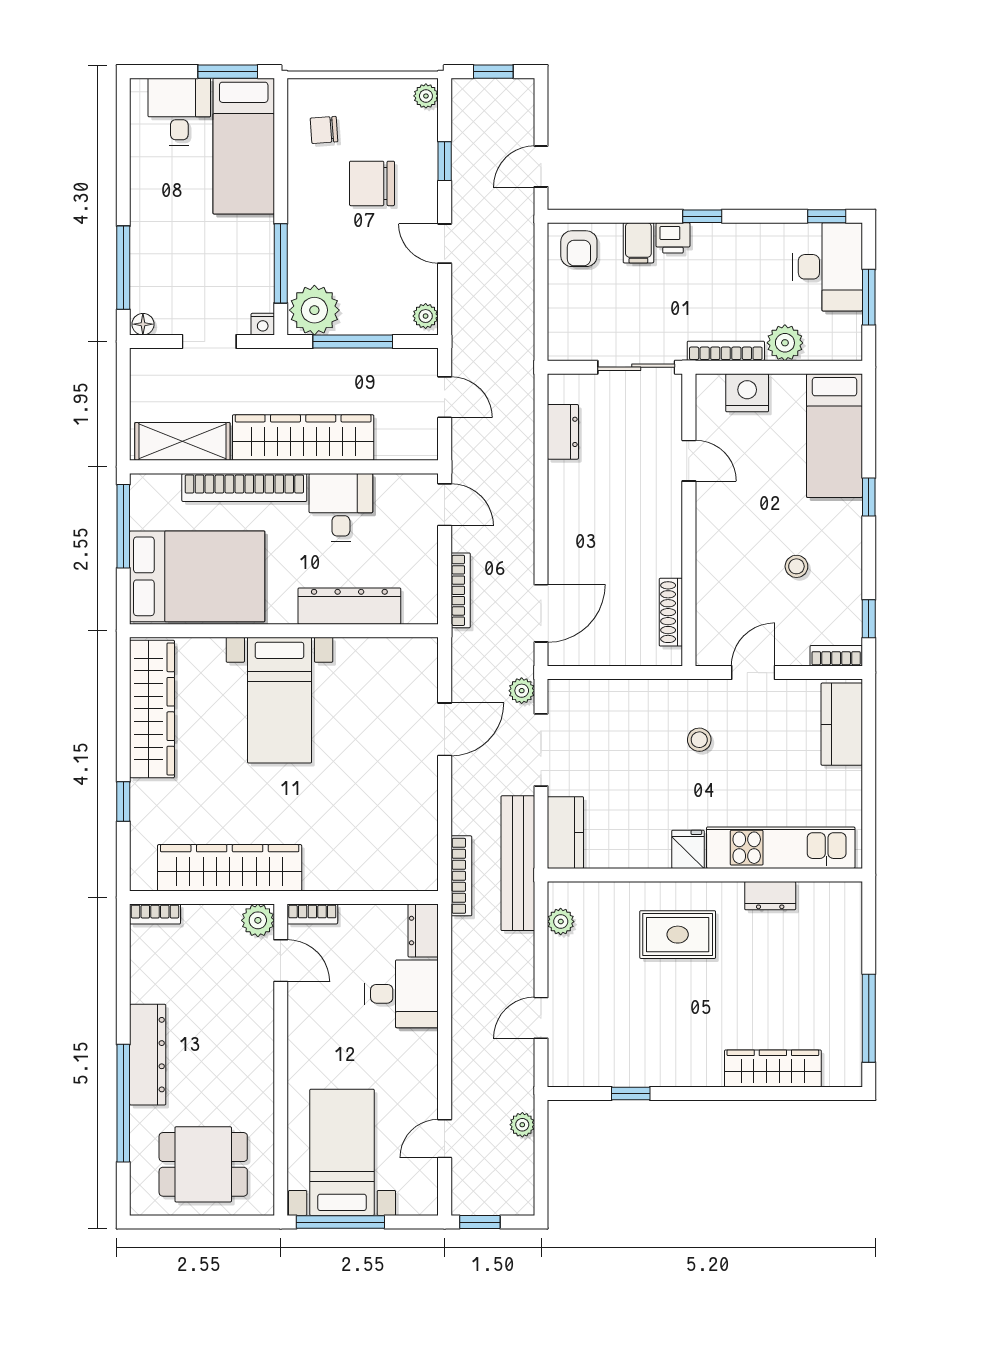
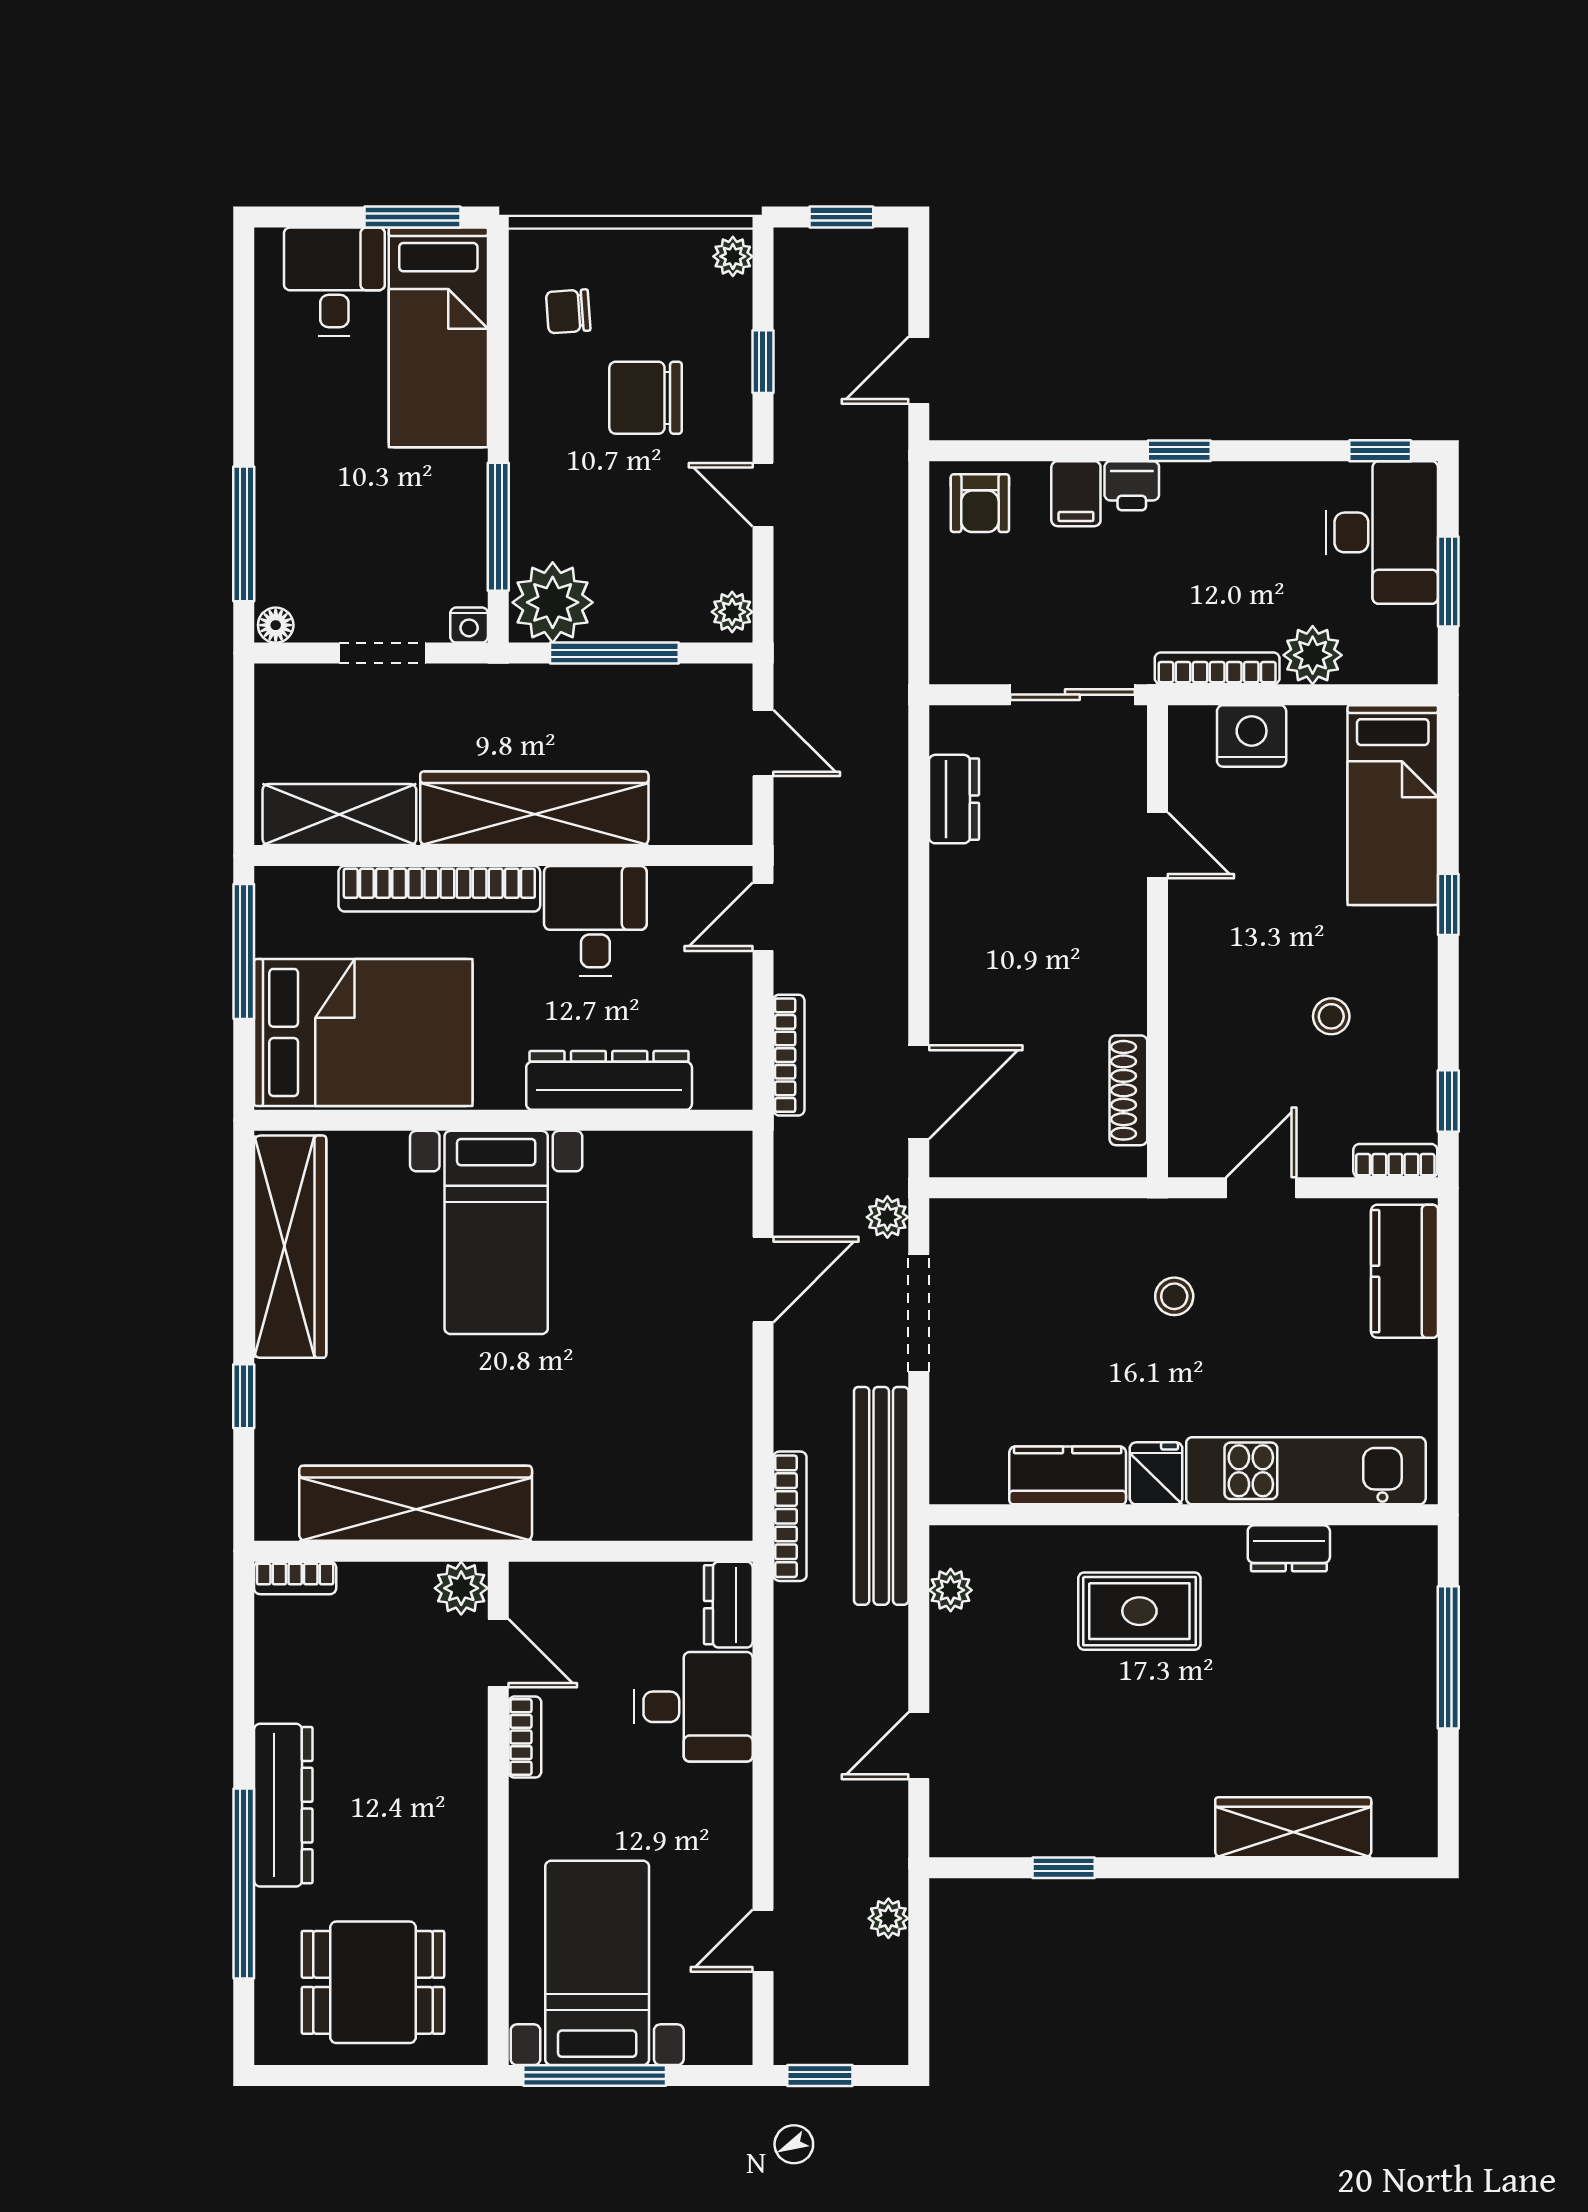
door: (445, 505) -> (763, 917), swing flipped
kitchen counter: (565, 833) -> (1068, 1475), moved, turned -90
bookcase: (312, 914) -> (525, 1737), moved, turned -90
window: (869, 1018) -> (1448, 1657), moved

